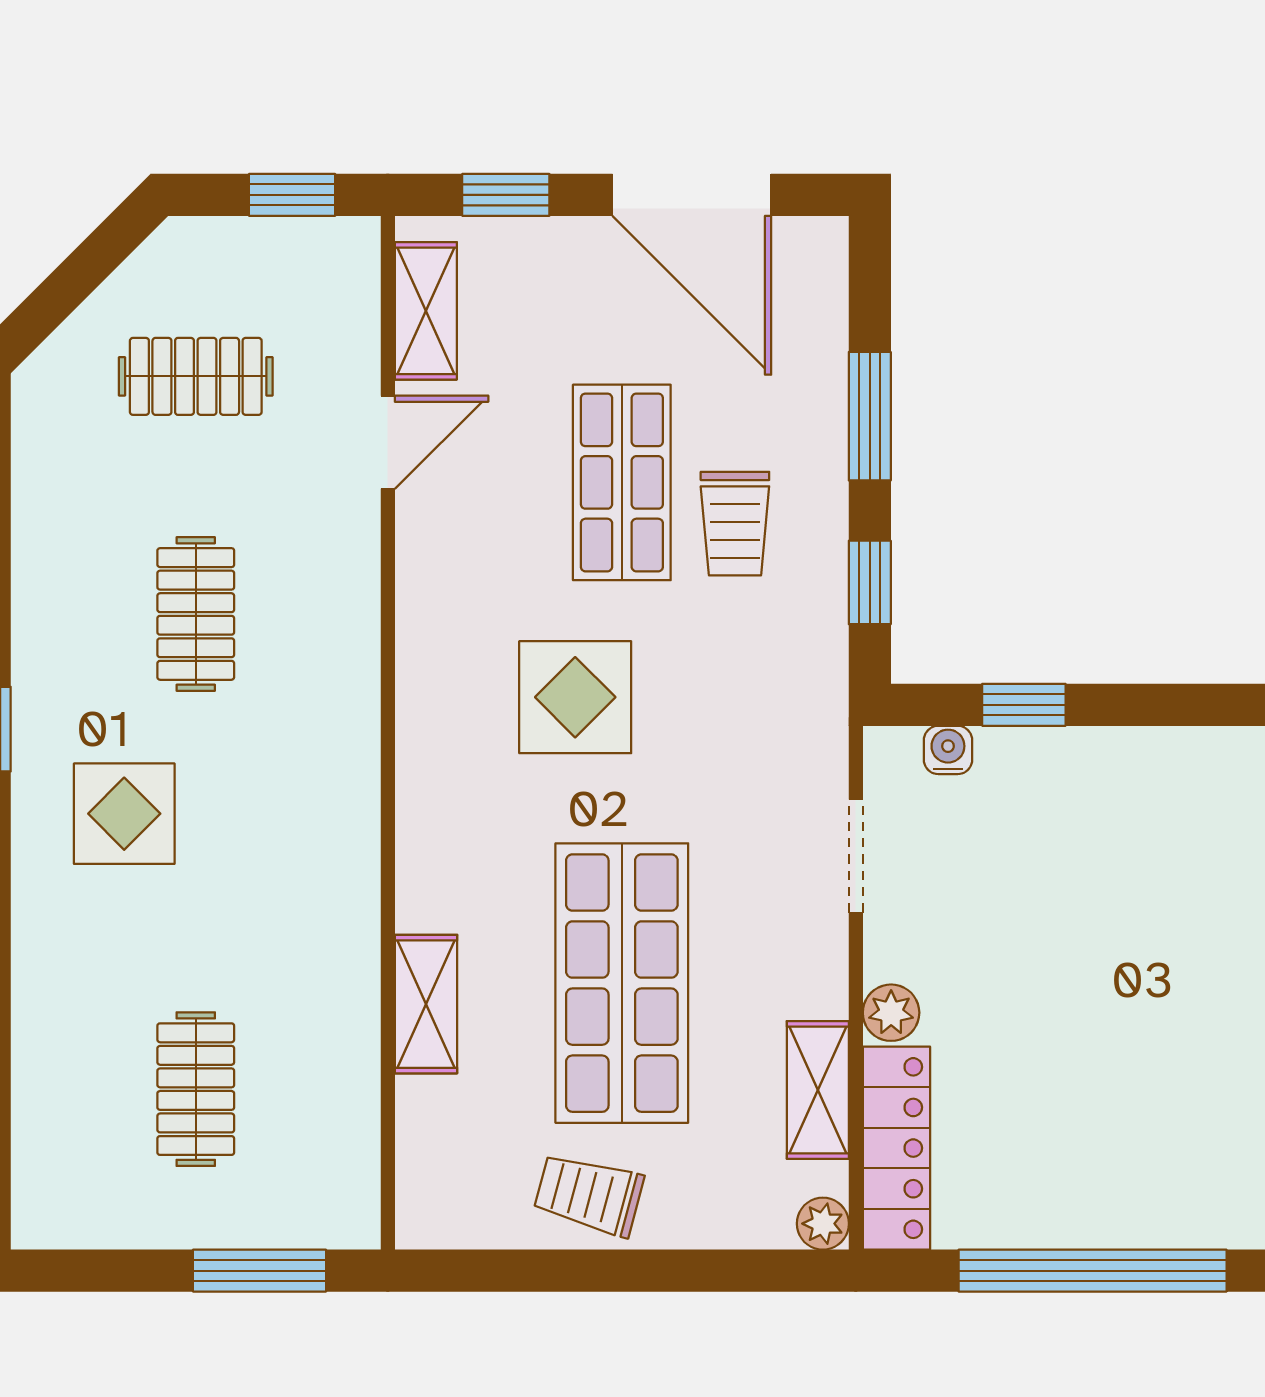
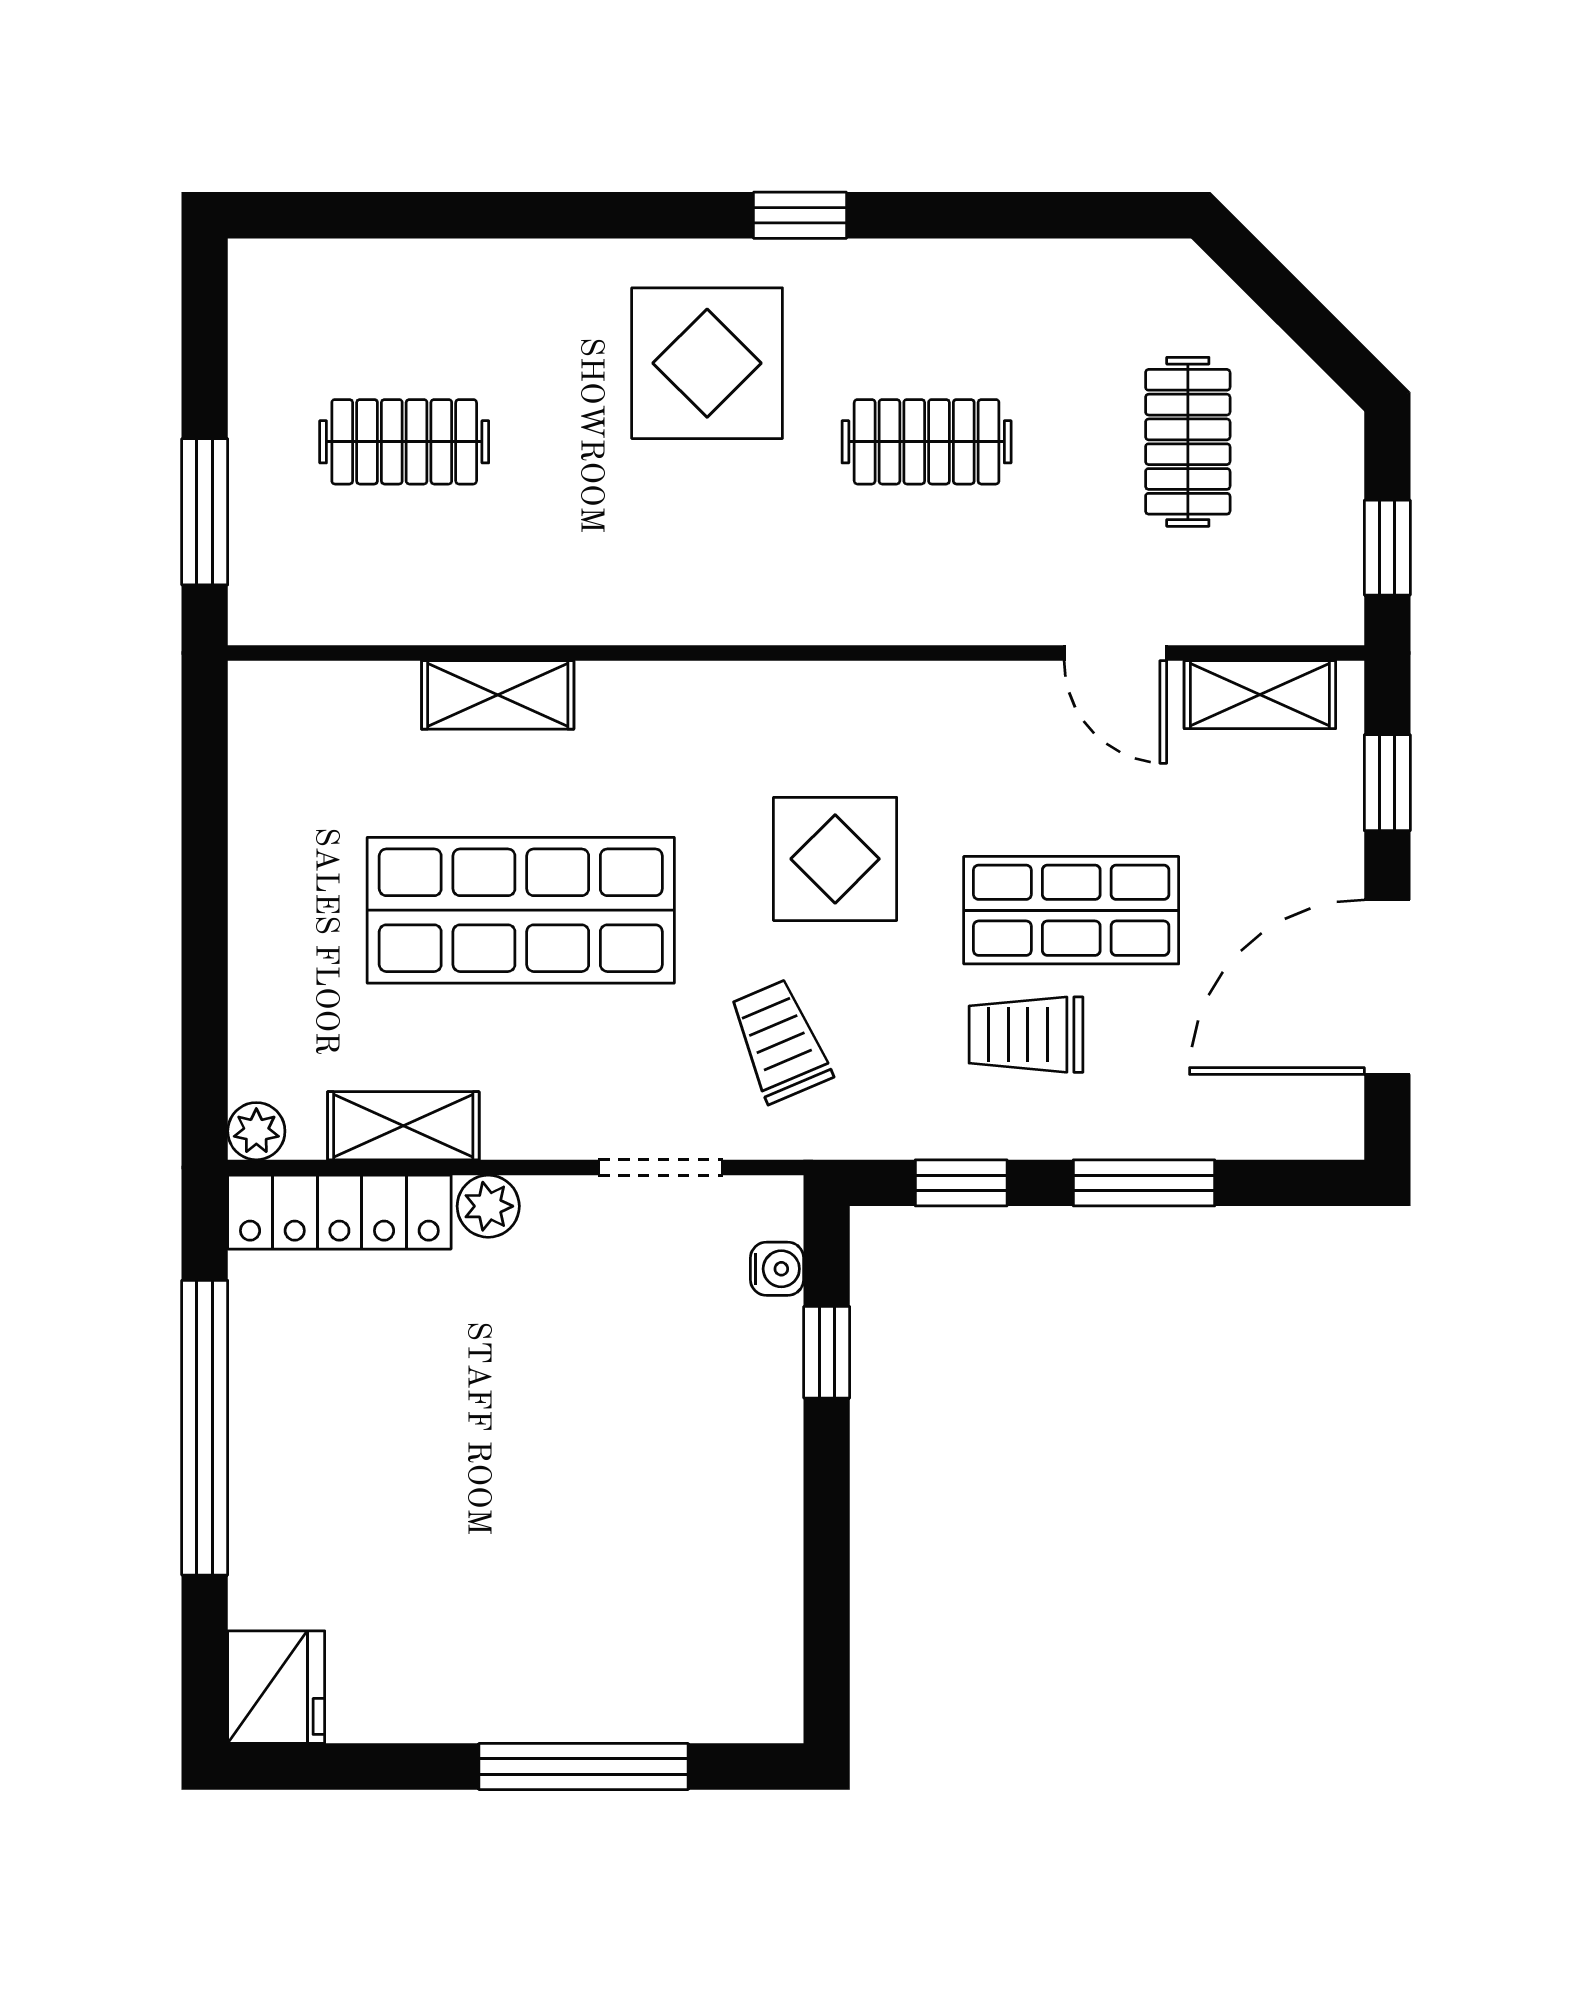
display table: (124, 814) -> (707, 363), width x1.36, depth x1.36
trolley: (589, 1194) -> (780, 1041), moved, turned -38

